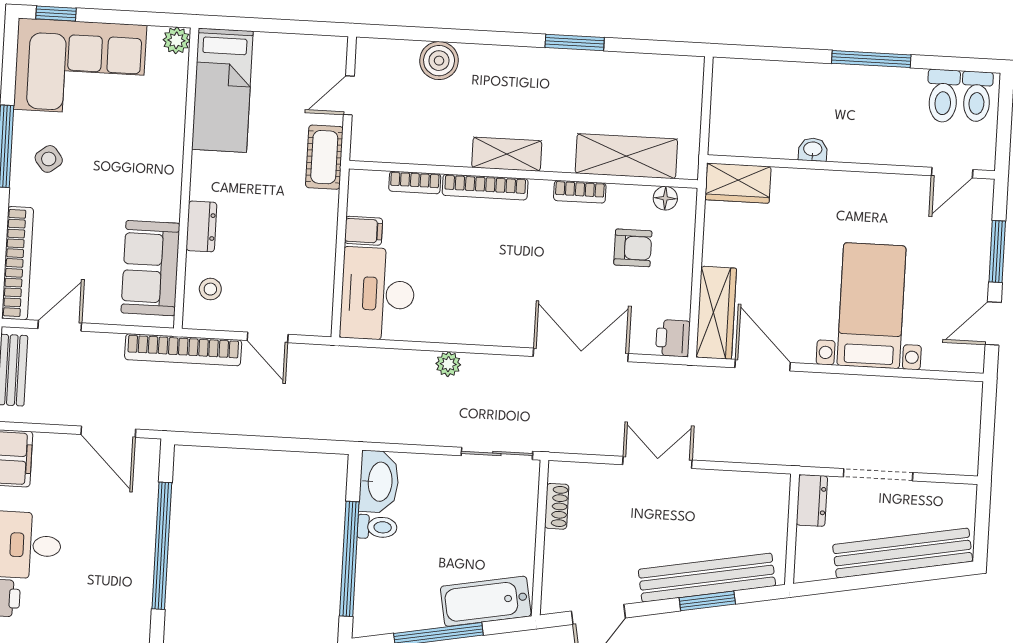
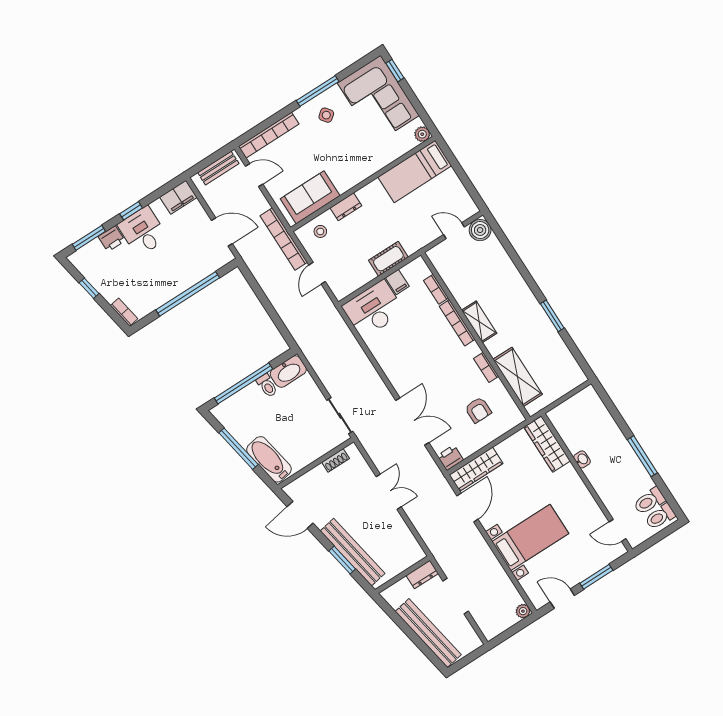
boiler: (439, 61) -> (480, 230), moved
cot: (324, 157) -> (388, 259), moved
wardrobe: (738, 183) -> (547, 444), width x1.50
floor lamp: (665, 198) -> (511, 408), removed
plant: (448, 364) -> (523, 611), moved
door: (108, 432) -> (222, 232), swing flipped

